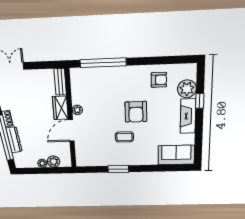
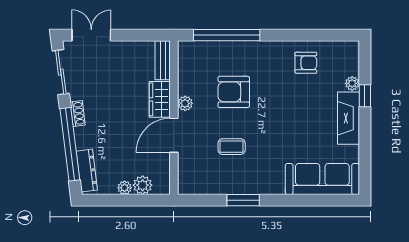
plant: (187, 89) -> (352, 83), width x0.53, depth x0.53
armchair: (136, 112) -> (234, 92), moved, turned 90
coffee table: (124, 137) -> (232, 147), moved
dresser: (14, 140) -> (87, 171), moved
sofa: (176, 155) -> (322, 179), width x1.36

